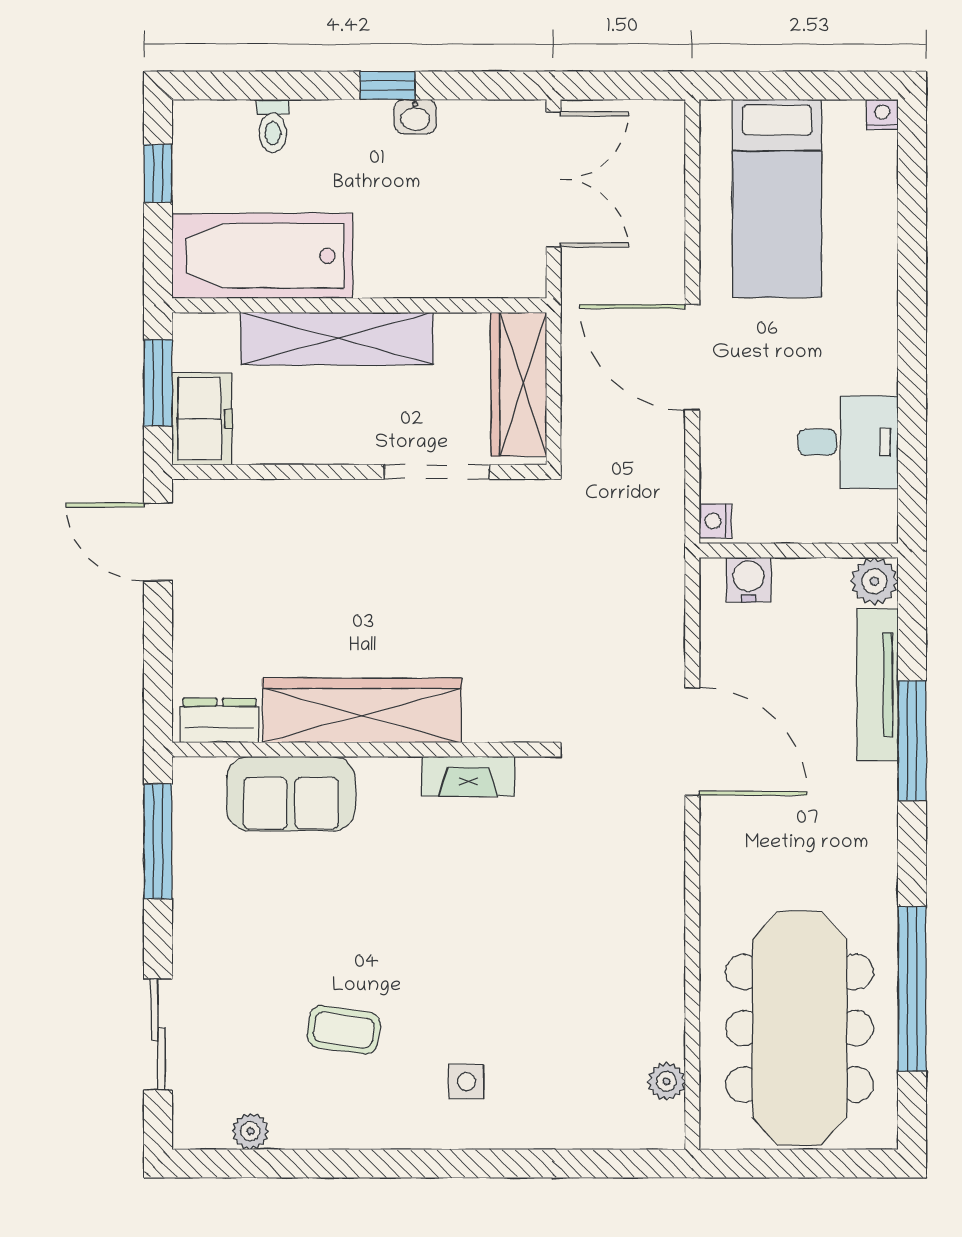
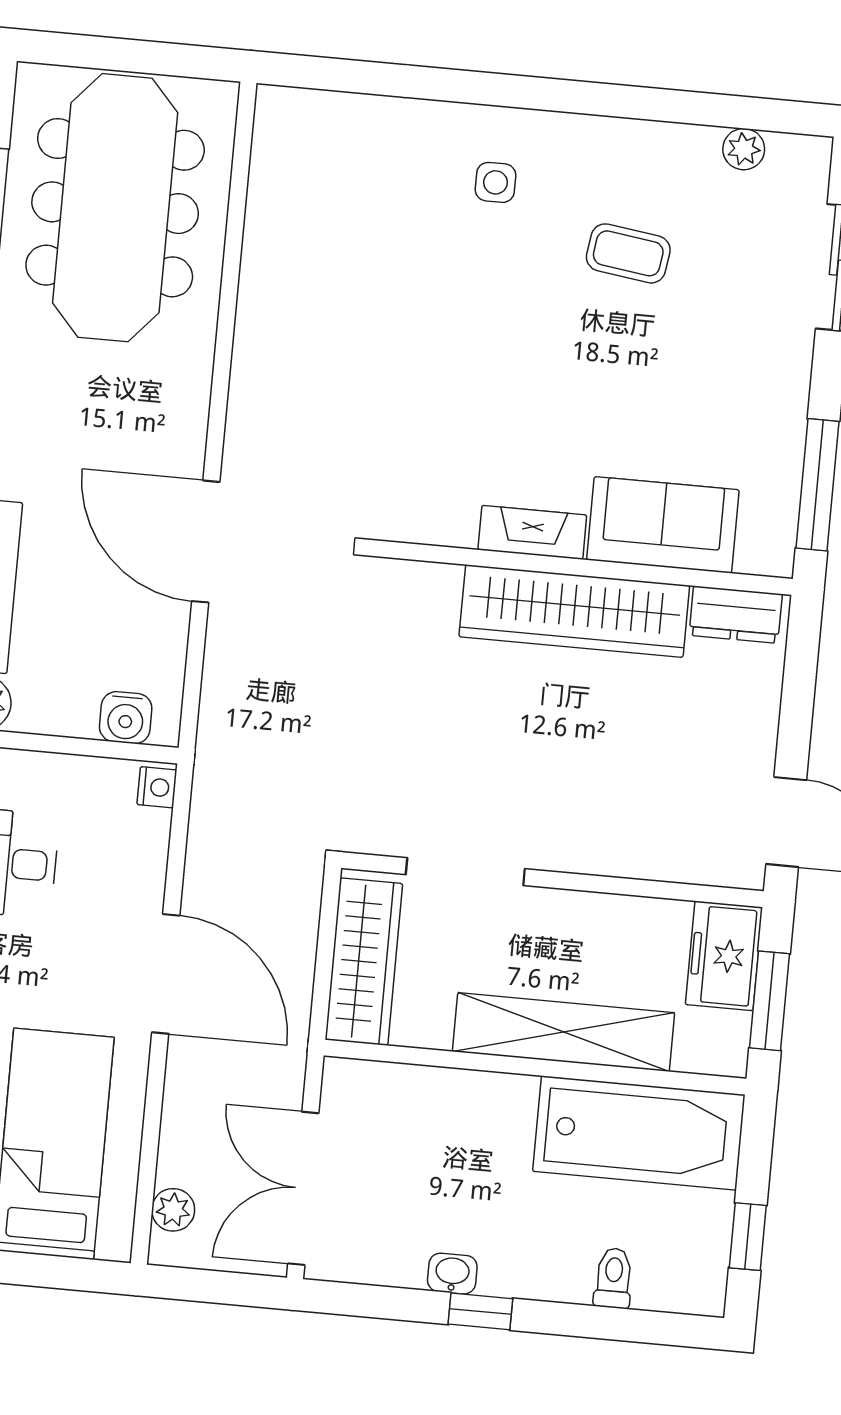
fireplace: (468, 776) -> (532, 532), moved
plant: (666, 1081) -> (173, 1210), moved

